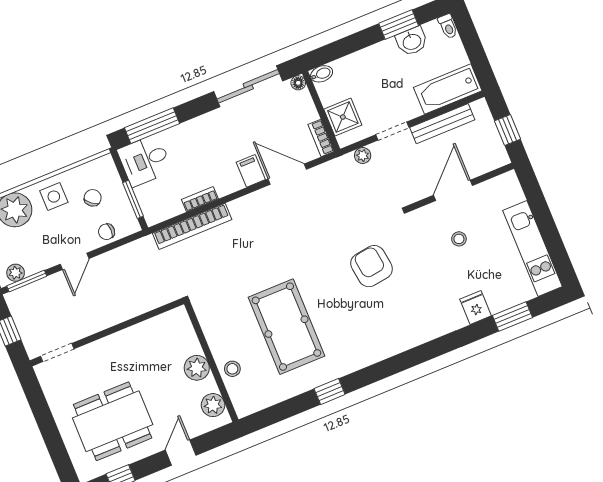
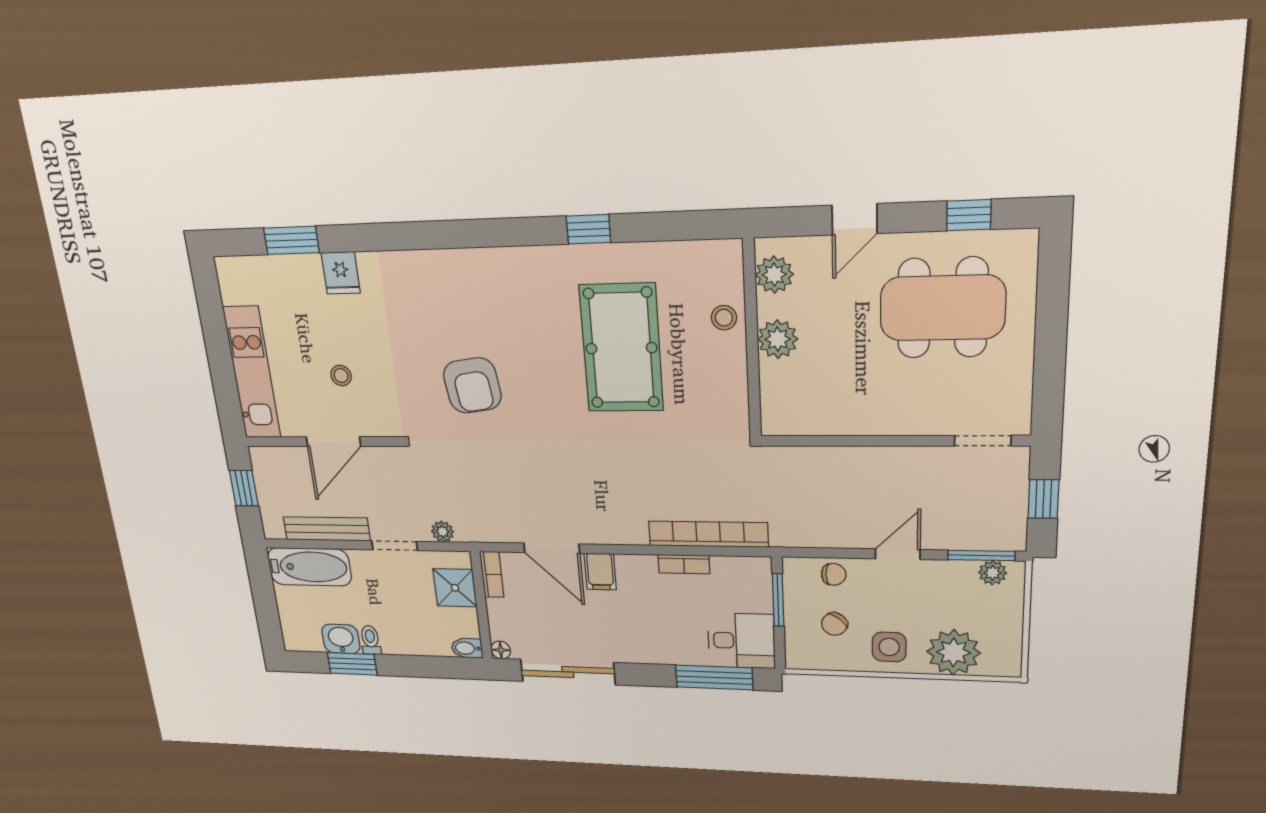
toilet: (448, 26) -> (370, 640), moved
kitchen unit: (533, 249) -> (252, 373), moved

